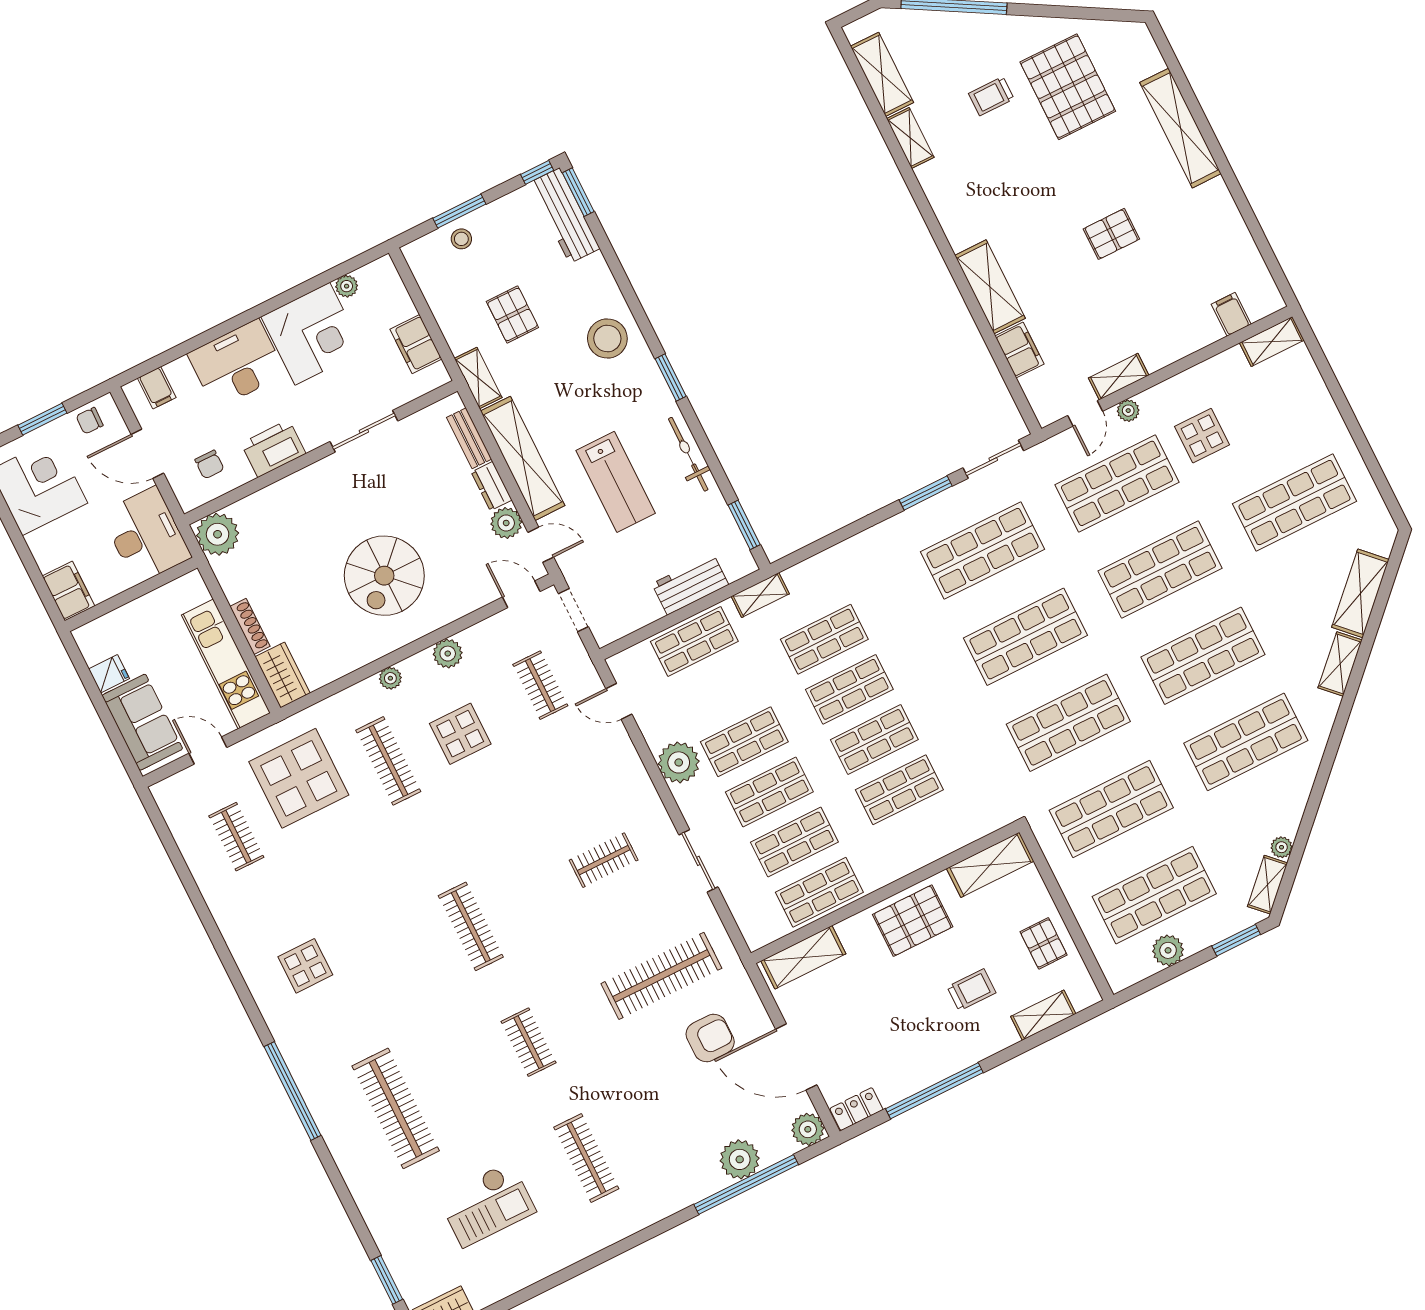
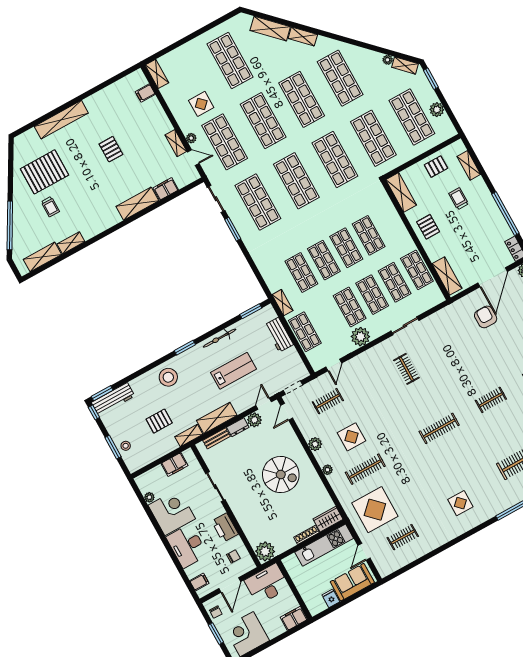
shelving: (523, 458) -> (217, 418), width x0.68
pallet: (913, 921) -> (428, 227), width x0.67, depth x0.71
clothes rail: (661, 976) -> (458, 340), removed

